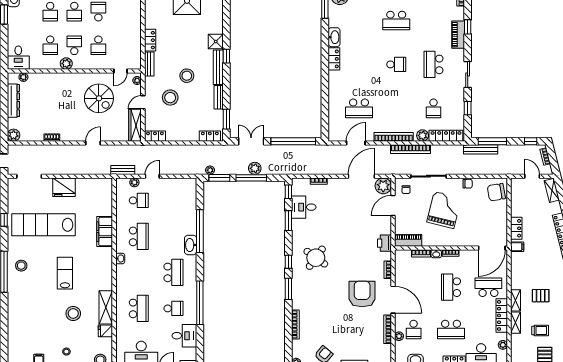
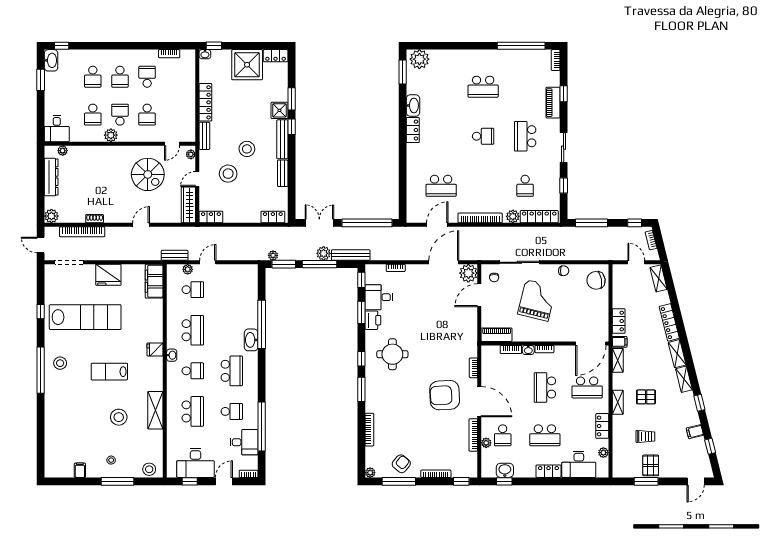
locker: (150, 40) -> (205, 102), width x1.53
window: (226, 119) -> (292, 99), moved
bookcase: (410, 149) -> (82, 232), moved
bench: (481, 149) -> (351, 255), moved
lab bench: (44, 225) -> (85, 317), turned 180
filing cabinet: (105, 232) -> (154, 281), moved
printer: (384, 243) -> (373, 320), moved, turned 180
round table: (316, 258) -> (392, 354), turned -36
school desk: (139, 272) -> (193, 371), added
lab bench: (65, 273) -> (109, 372), turned -90
school desk: (488, 287) -> (587, 387), turned 180
armchair: (362, 294) -> (445, 395), turned -93
window: (200, 303) -> (262, 427), moved
locker: (502, 315) -> (602, 426), width x0.66
shelving: (516, 323) -> (618, 360), moved
fridge: (105, 331) -> (155, 349), moved

